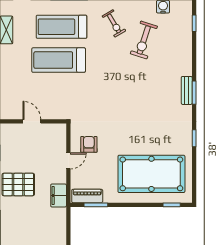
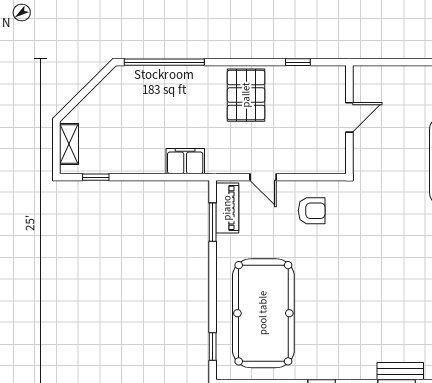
door: (68, 161) -> (263, 177), moved
filing cabinet: (59, 195) -> (185, 161), moved

